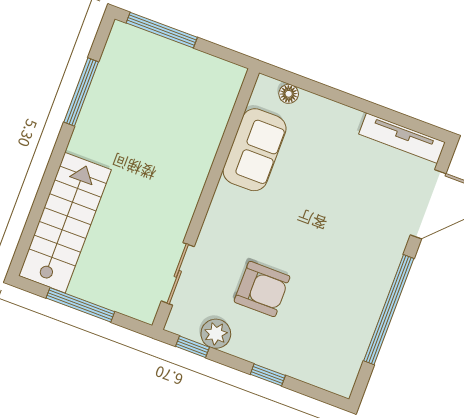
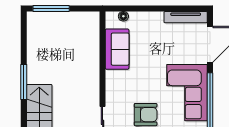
window: (81, 92) -> (24, 82), moved
corner sofa: (353, 277) -> (187, 93), added

